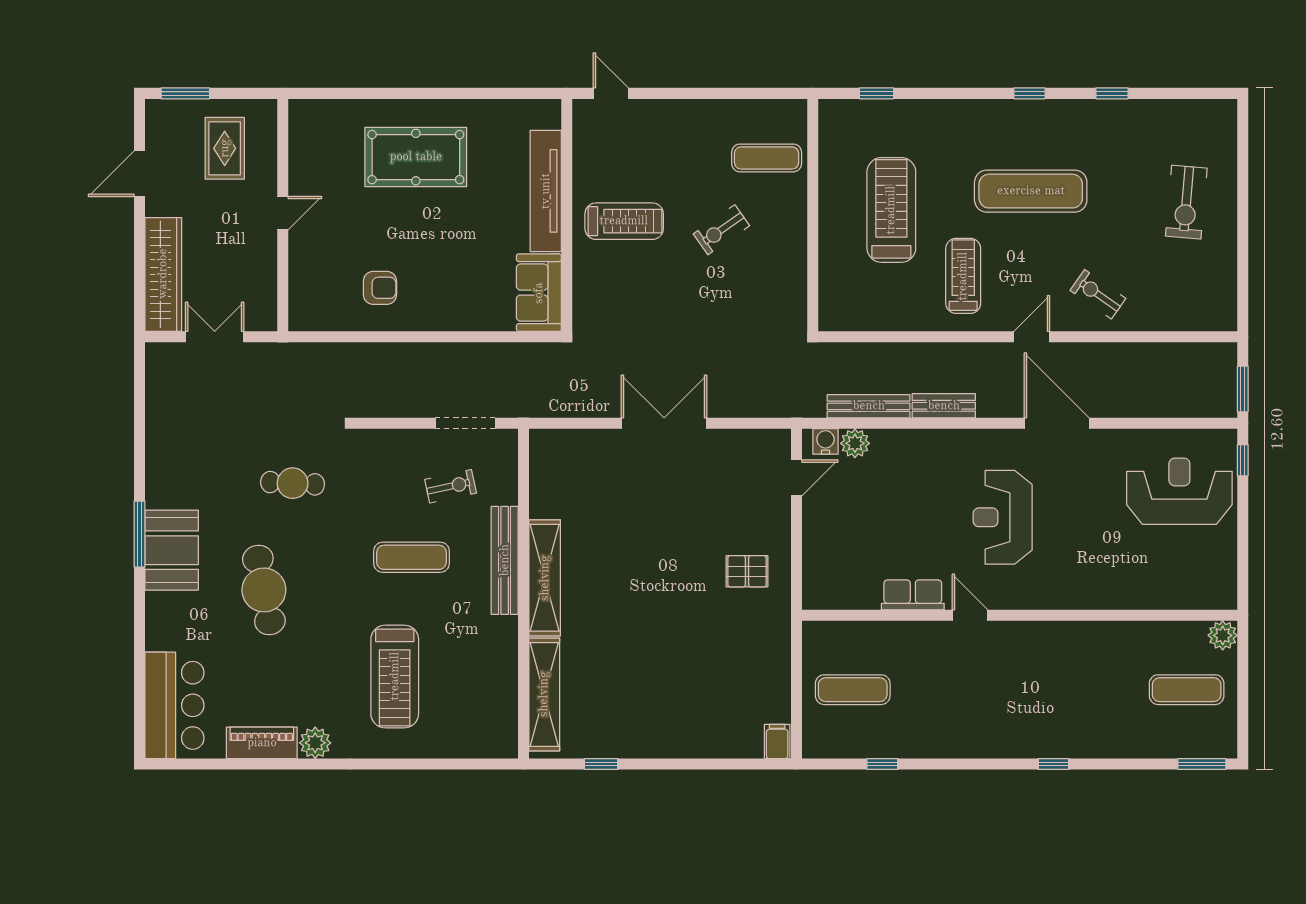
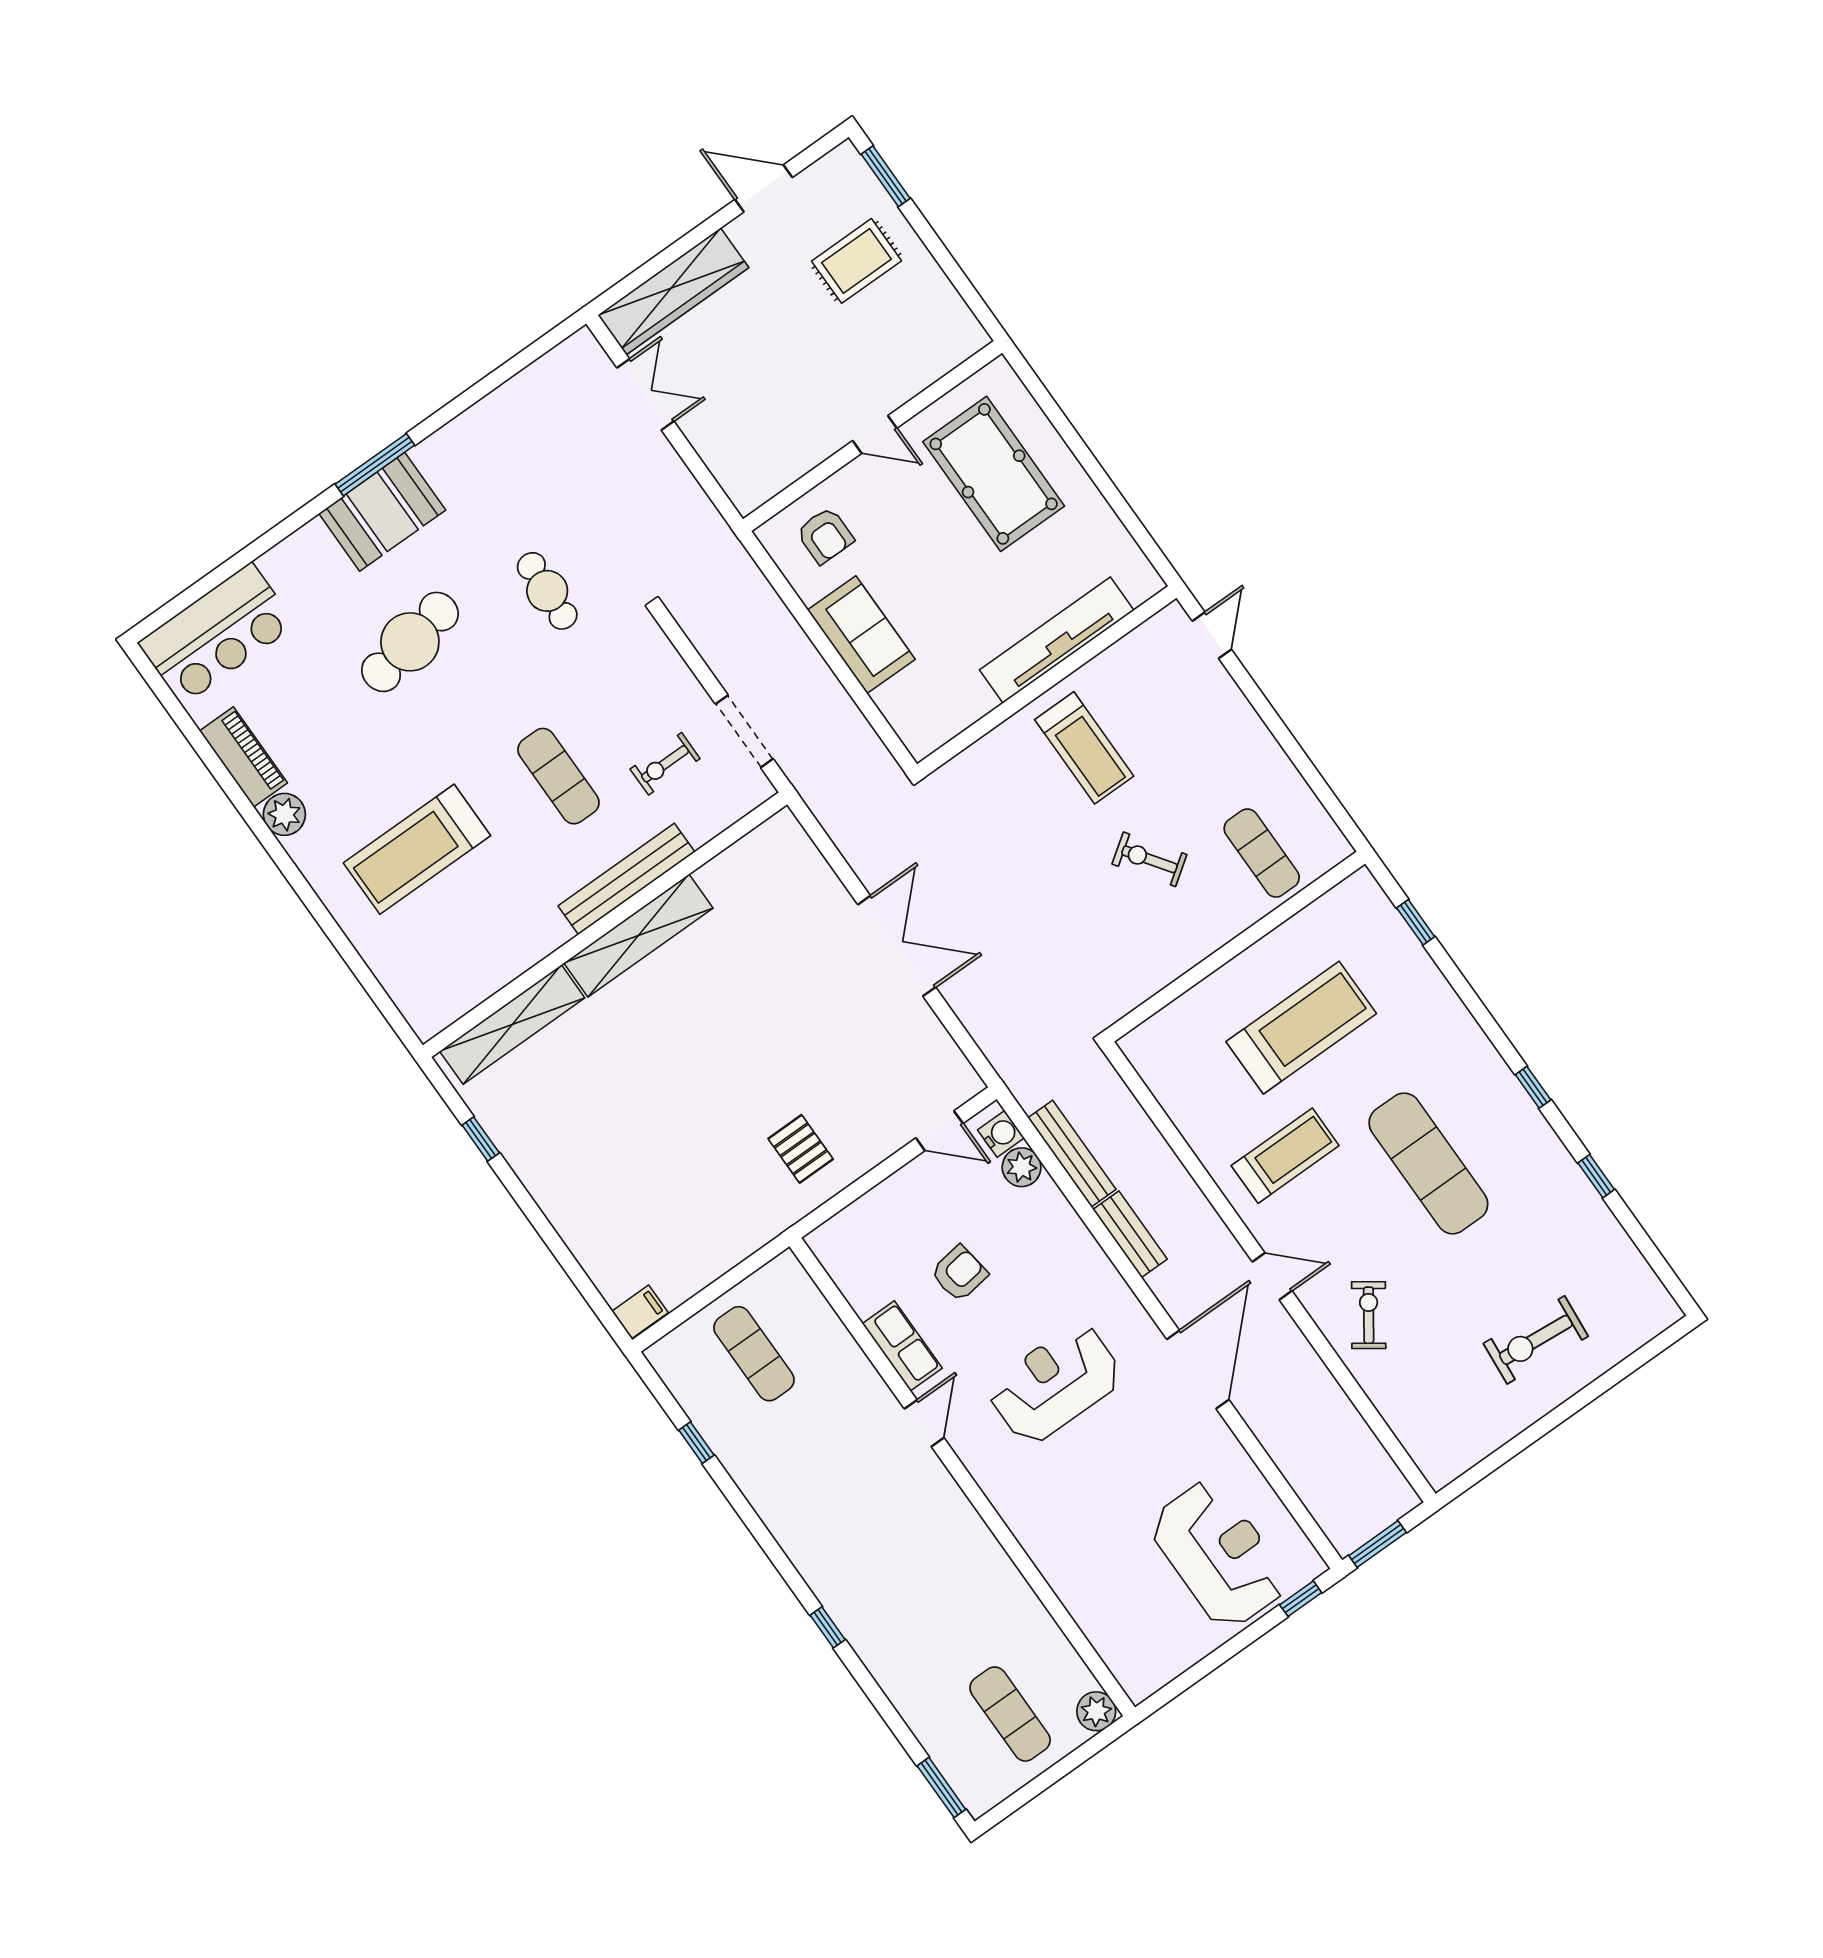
door: (283, 213) -> (875, 434), moved
wall: (283, 215) -> (873, 436), moved
sofa: (539, 293) -> (861, 635), moved, turned 90
exercise bike: (451, 486) -> (665, 764), turned 102
armchair: (893, 528) -> (959, 1273), added

